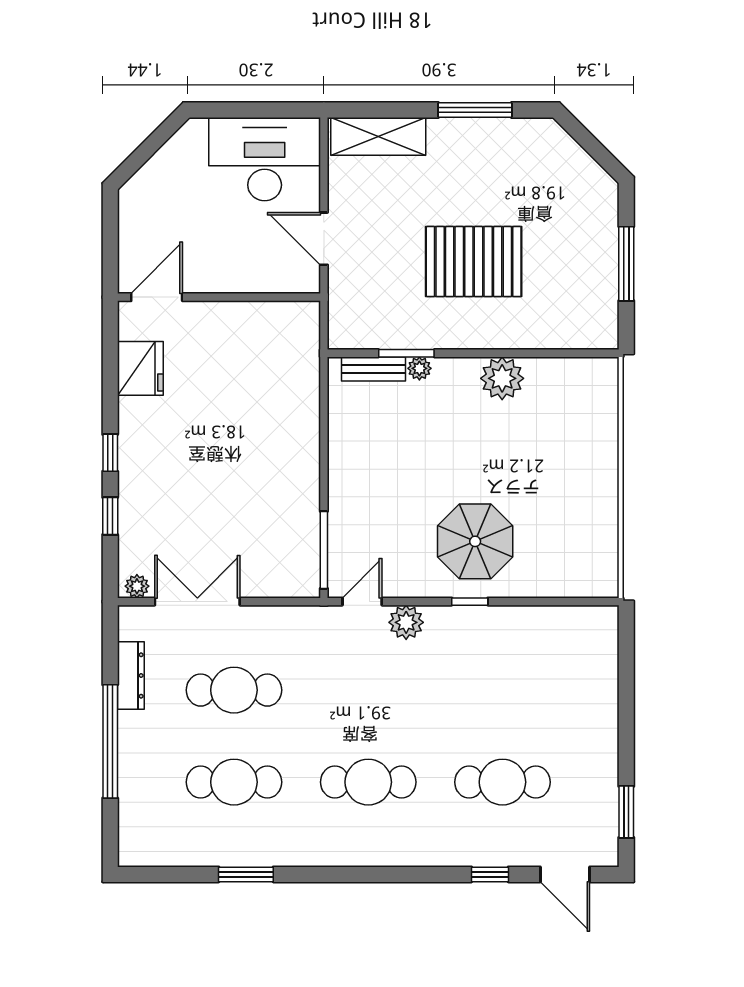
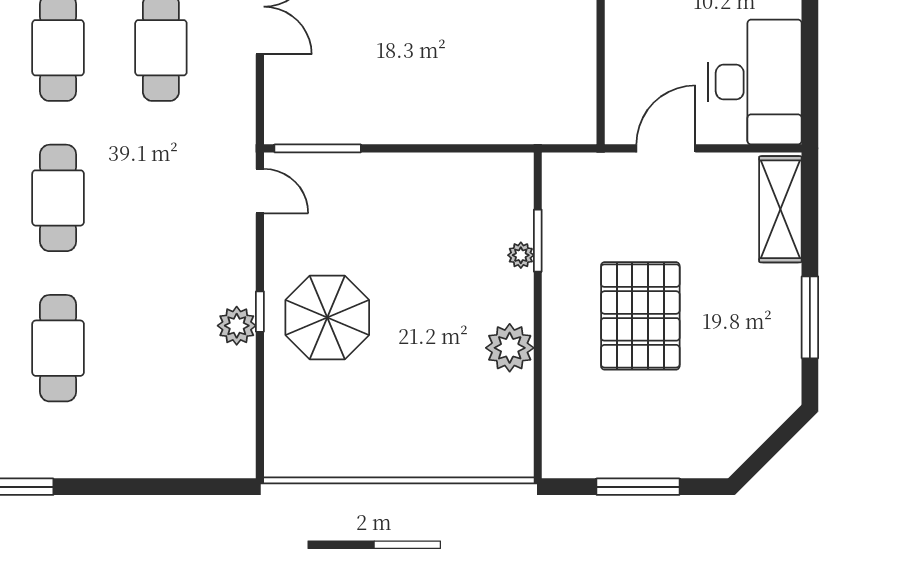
bench: (374, 369) -> (520, 204), removed
plant: (406, 622) -> (237, 326), moved

